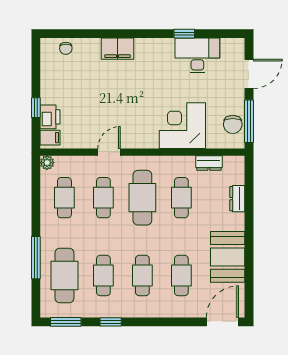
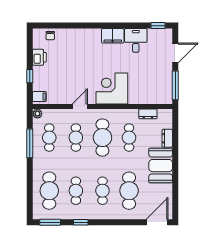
window: (184, 34) -> (158, 26), moved
filing cabinet: (118, 49) -> (113, 36), moved
desk: (197, 55) -> (136, 40), width x0.73
printer: (50, 117) -> (39, 57), moved
chair: (233, 124) -> (164, 88), removed
corner desk: (182, 126) -> (112, 88), moved
booth: (228, 257) -> (161, 166), moved
window: (36, 258) -> (30, 143), moved
cafe table: (181, 275) -> (129, 191), width x1.37, depth x1.35

